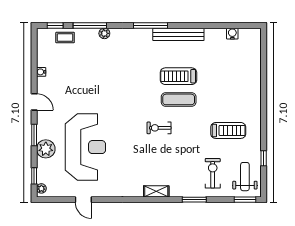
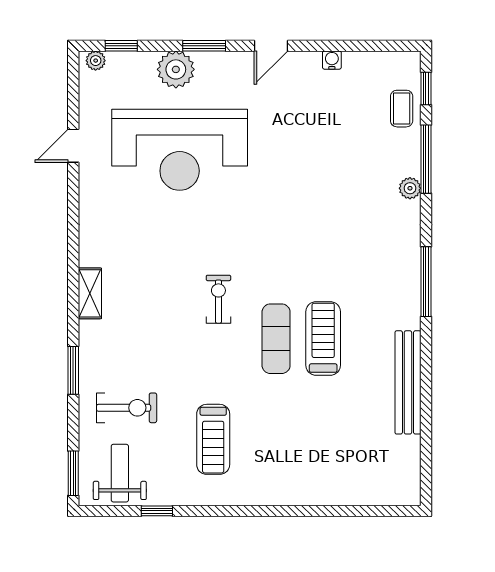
bench: (178, 34) -> (408, 382), moved
water cooler: (232, 34) -> (409, 448), removed
weight bench: (245, 177) -> (120, 473), turned -90

